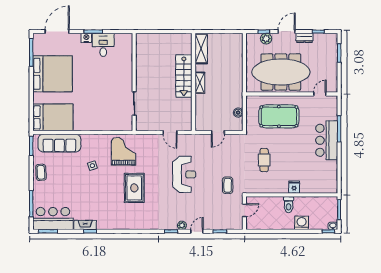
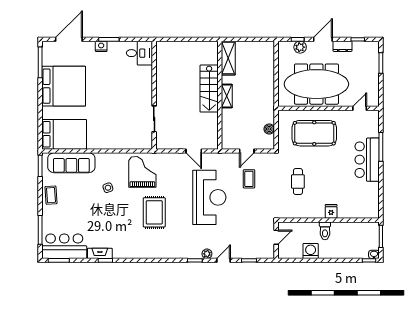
desk: (103, 45) -> (139, 53), moved, turned 90
reception desk: (184, 174) -> (209, 197), width x1.36, depth x1.30
coffee table: (228, 185) -> (249, 179), moved
washing machine: (302, 223) -> (311, 251), moved

